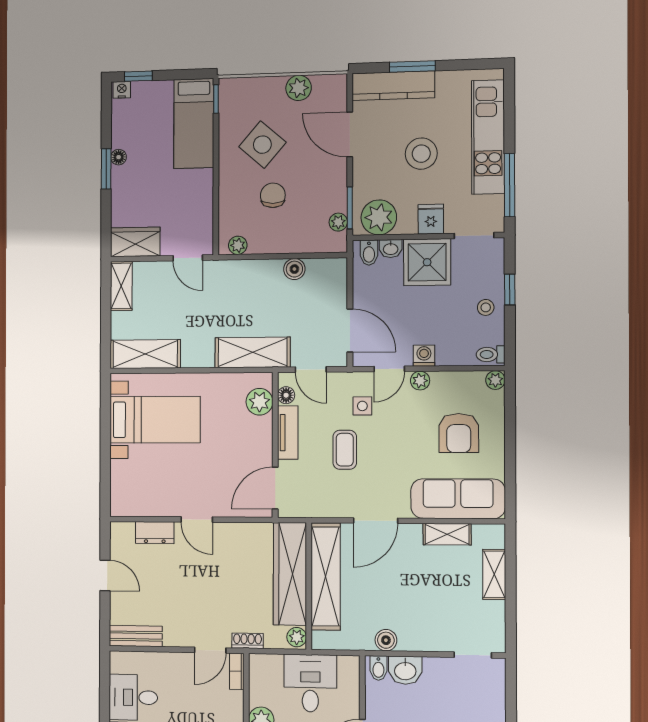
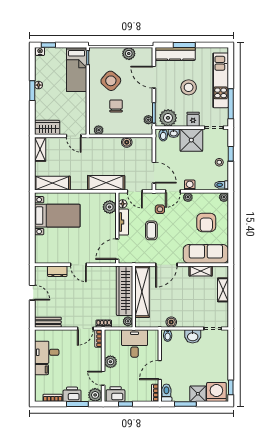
washbasin: (405, 670) -> (193, 336), moved

